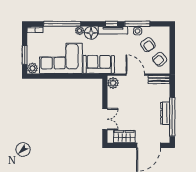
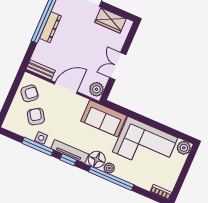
window: (62, 24) -> (111, 178), moved
window: (25, 55) -> (186, 167), removed
door: (135, 75) -> (66, 88), swing flipped
double door: (105, 119) -> (118, 66), moved

